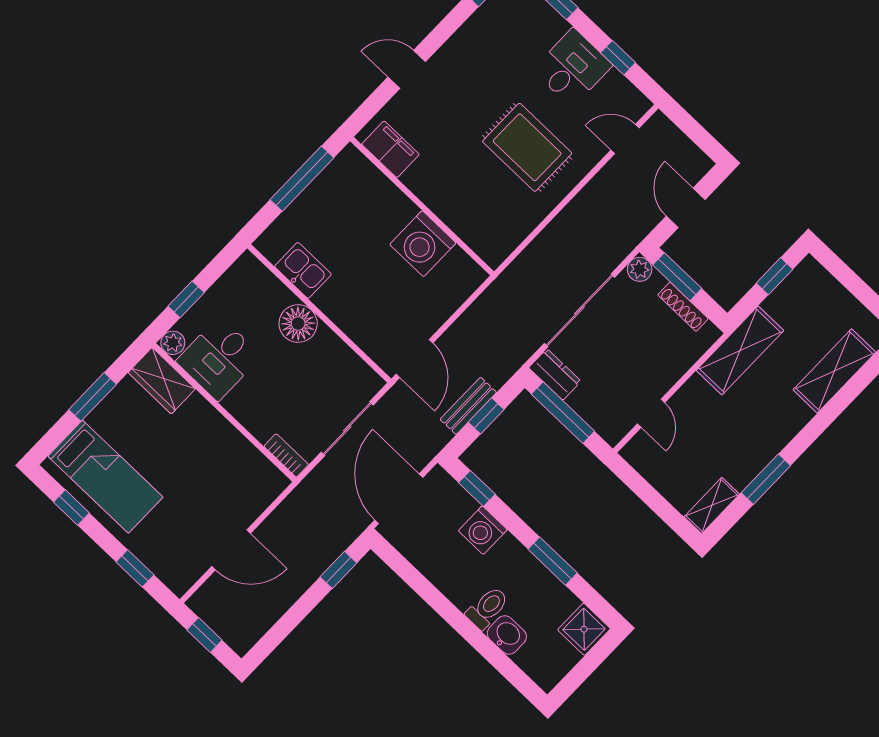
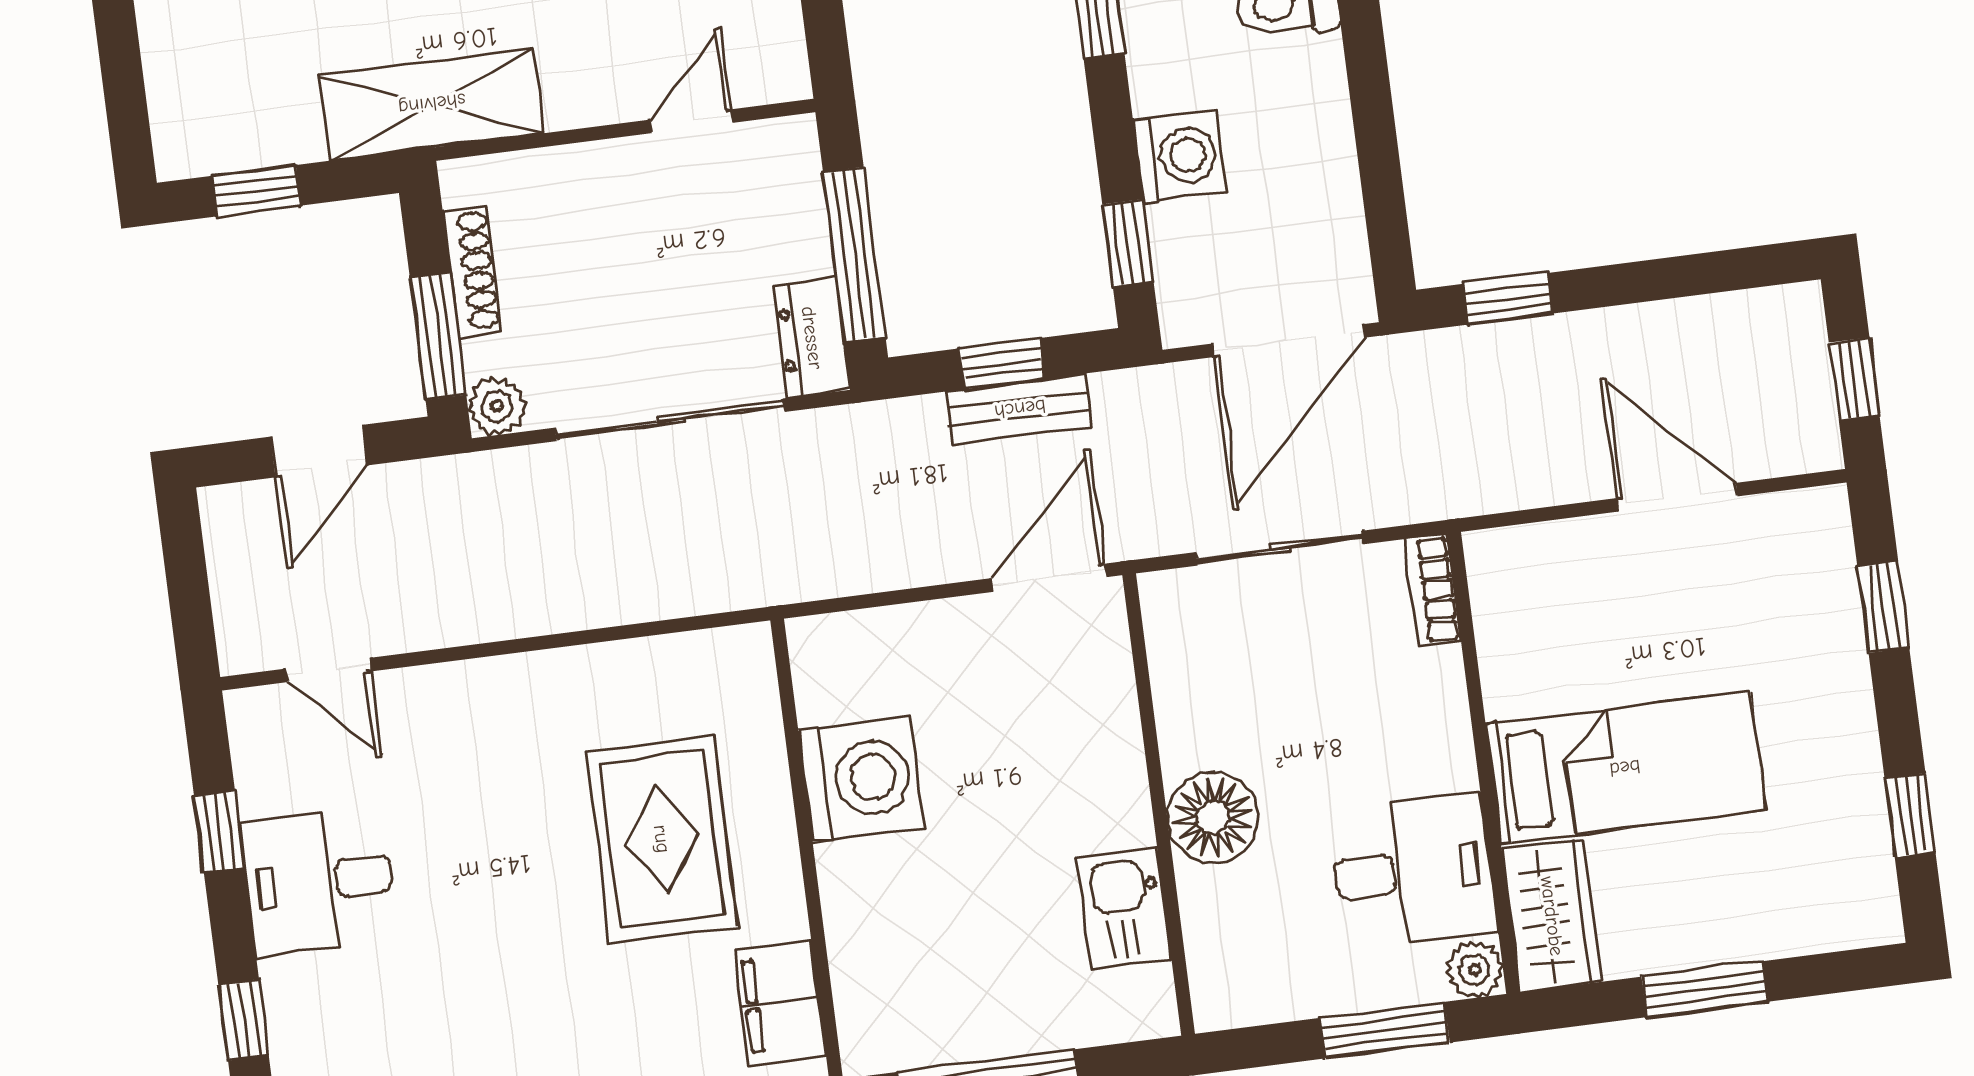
rug: (527, 147) -> (662, 839), moved
window: (186, 299) -> (1385, 1030), width x1.50
bed: (105, 477) -> (1625, 768), moved, turned 90

